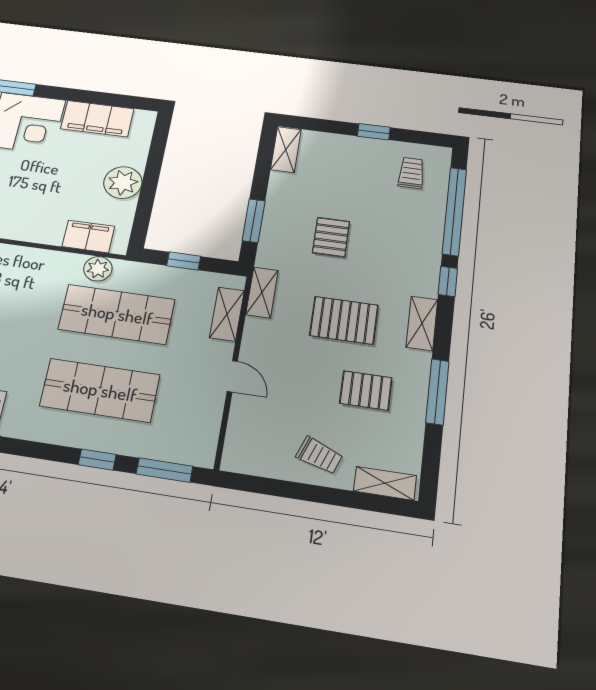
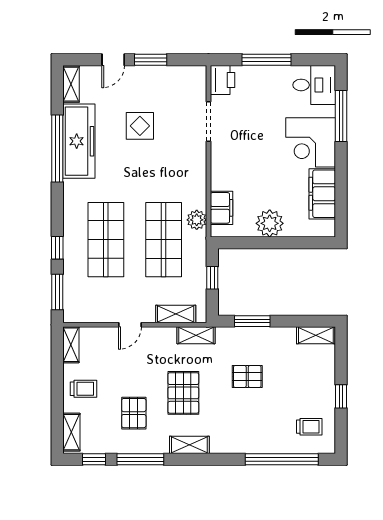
window: (448, 281) -> (94, 459), moved
trolley: (319, 455) -> (83, 389), turned -110
shelving: (249, 463) -> (71, 345), added

